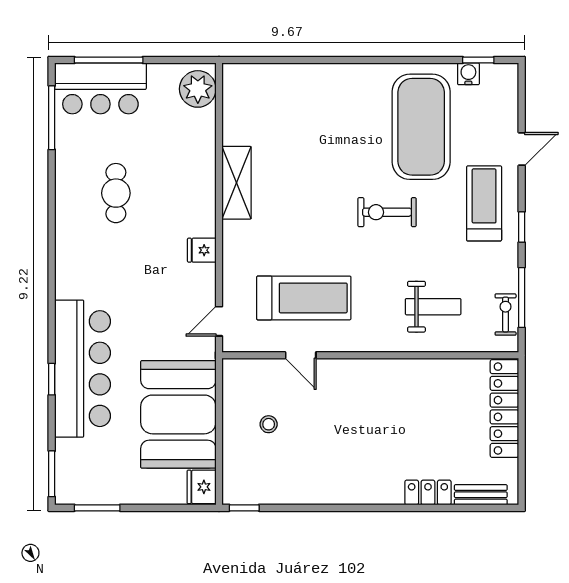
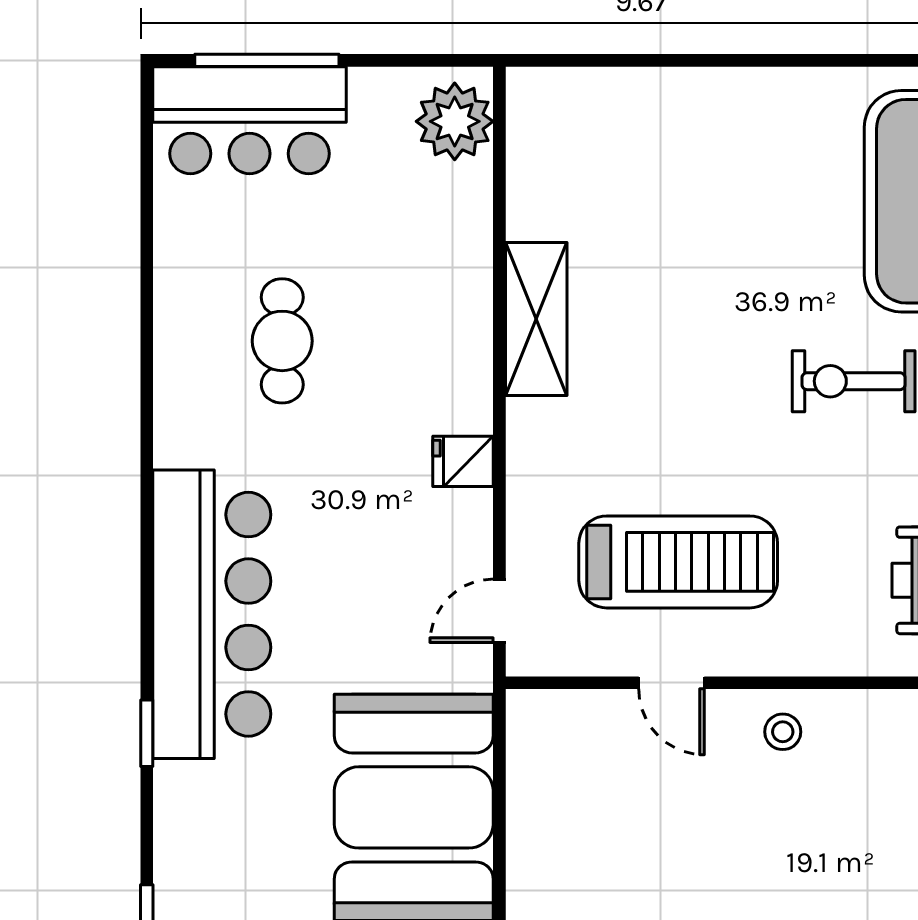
window: (52, 118) -> (147, 182), removed
bar counter: (83, 369) -> (212, 614), moved
stool: (269, 424) -> (783, 732), moved

